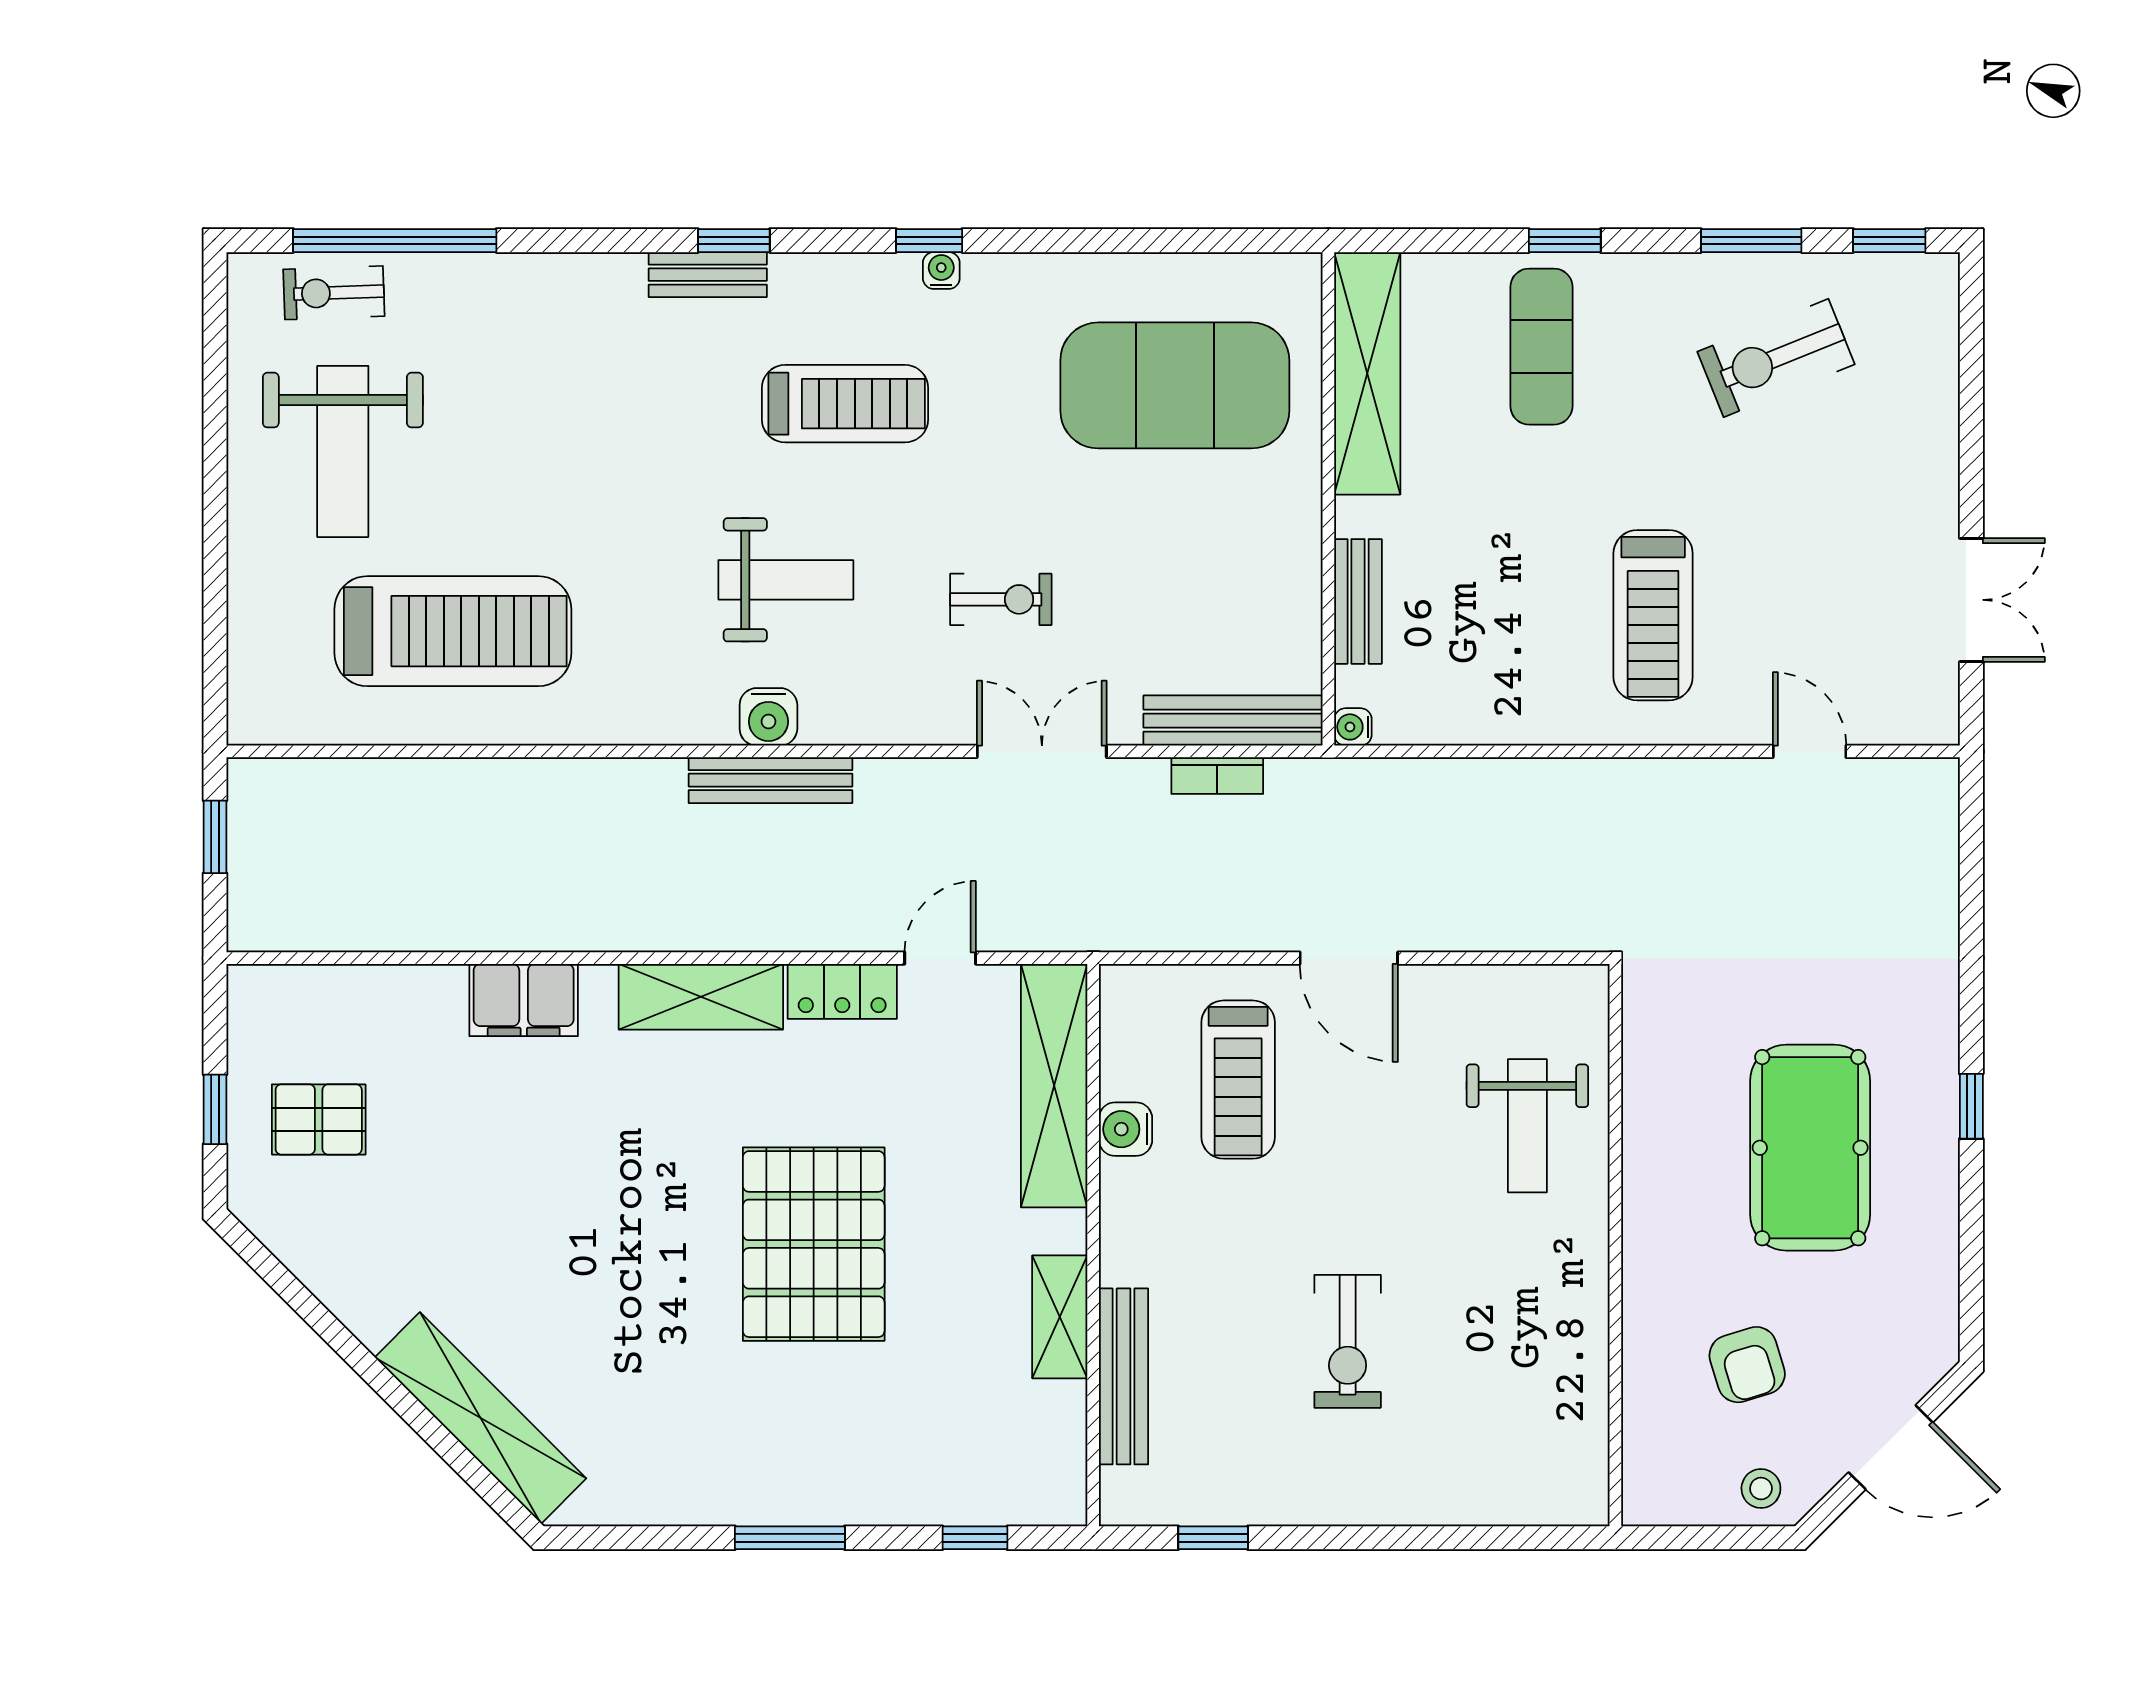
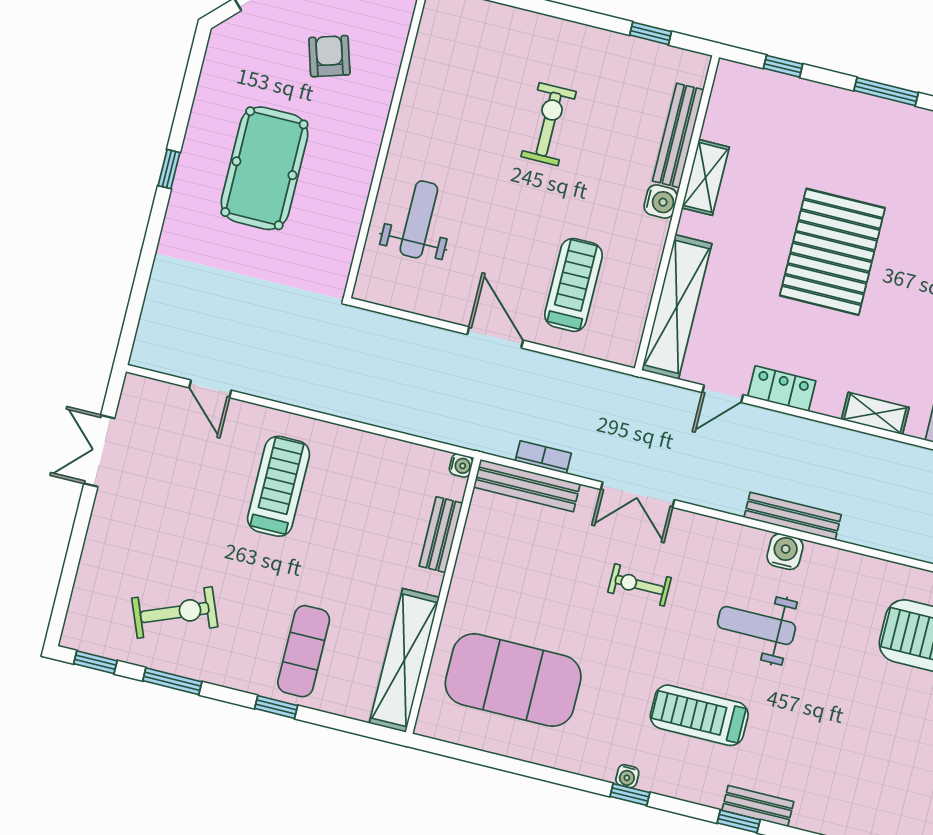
shelving: (701, 997) -> (875, 413), width x0.67, depth x0.75
water cooler: (1126, 1129) -> (661, 202), moved

